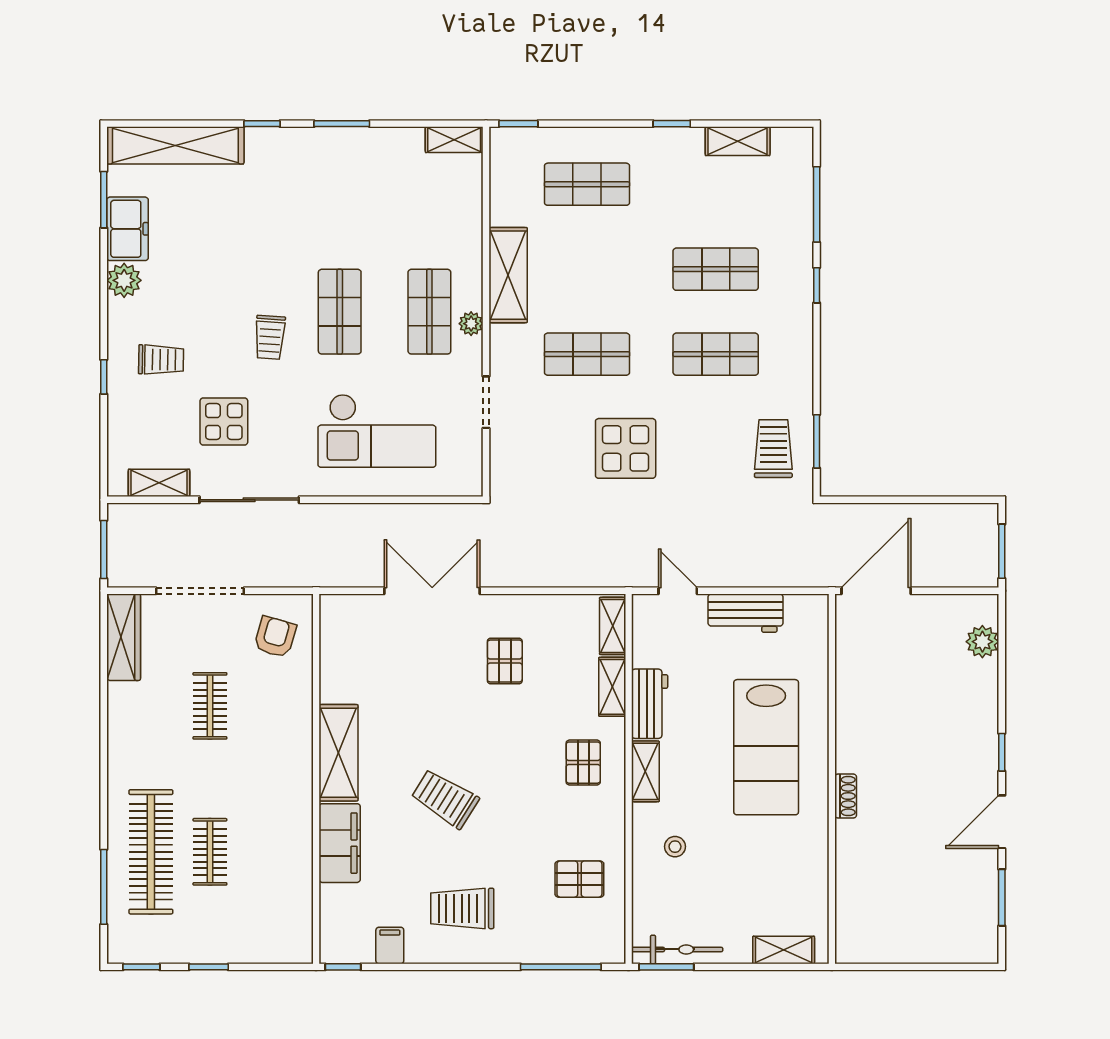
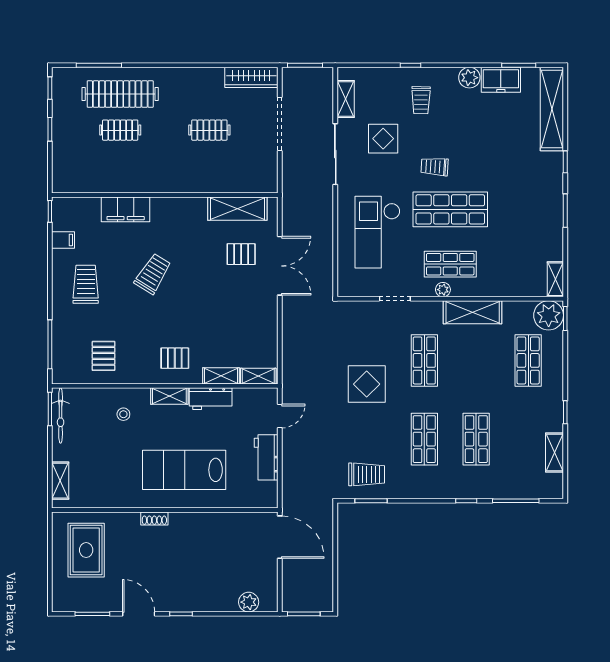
plant: (513, 151) -> (549, 315), added
shop shelf: (340, 312) -> (450, 209), width x1.43, depth x1.36
armchair: (275, 637) -> (252, 170), removed
pallet: (505, 661) -> (241, 254), moved
shelving: (338, 753) -> (237, 209), moved
rug: (897, 908) -> (86, 550), added

